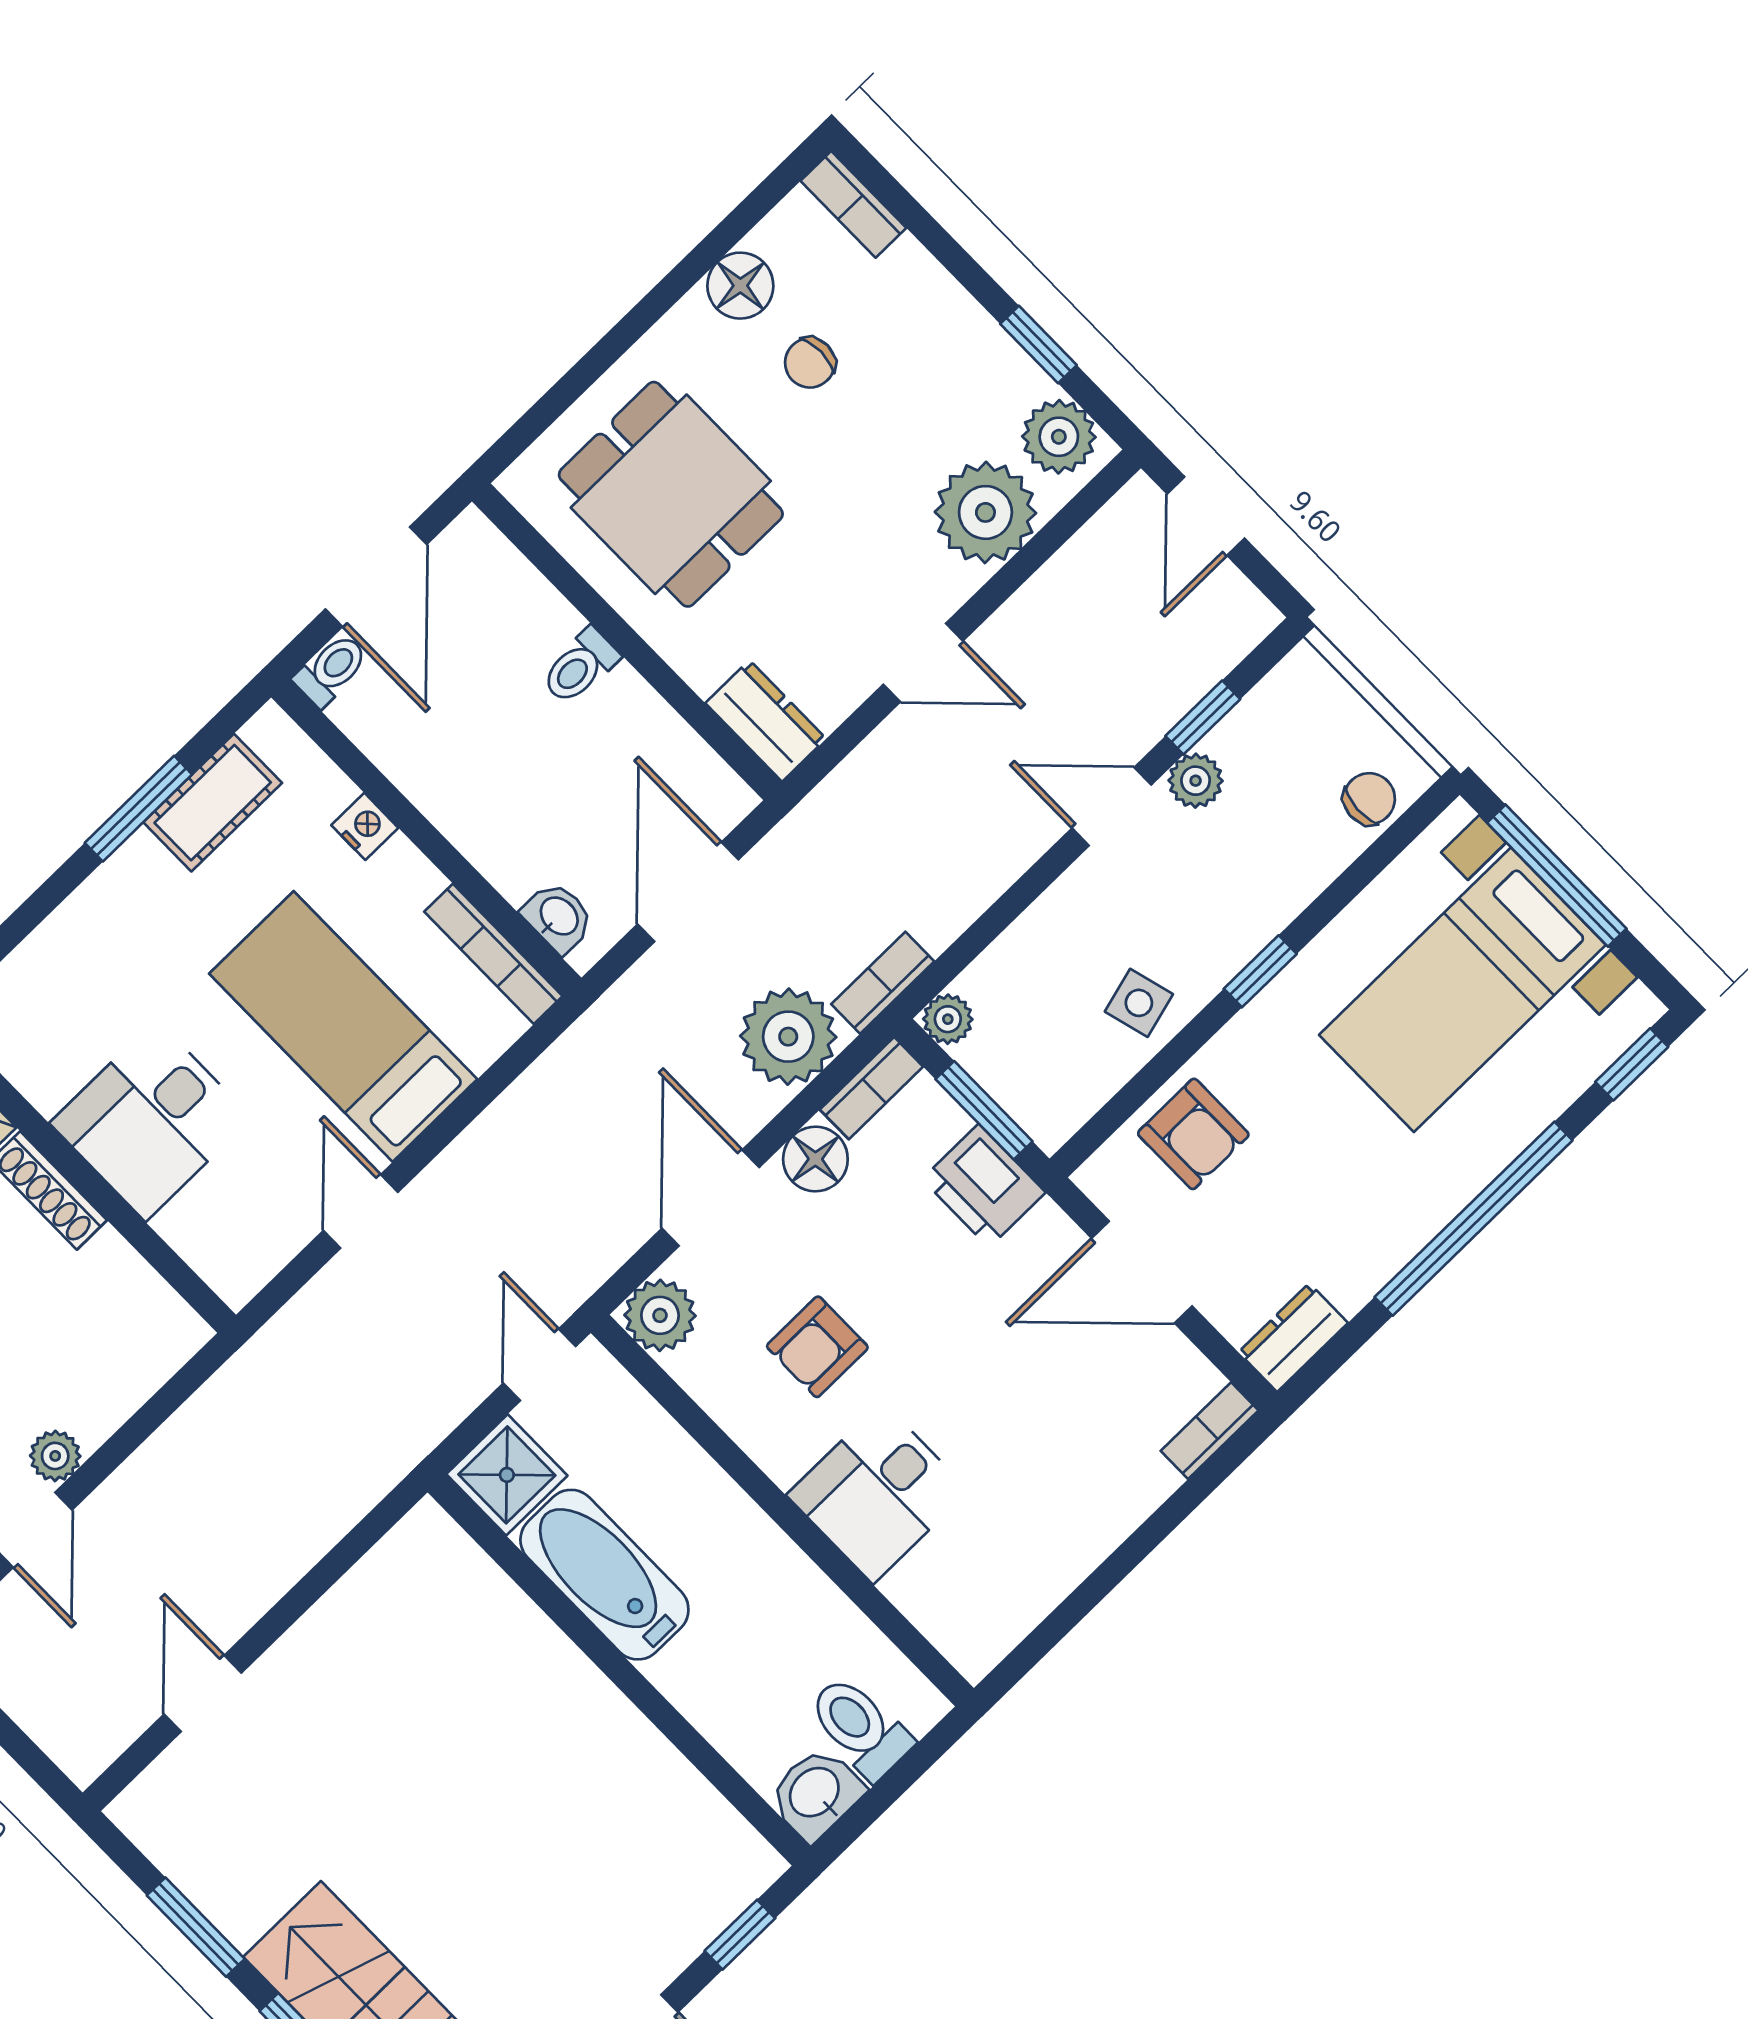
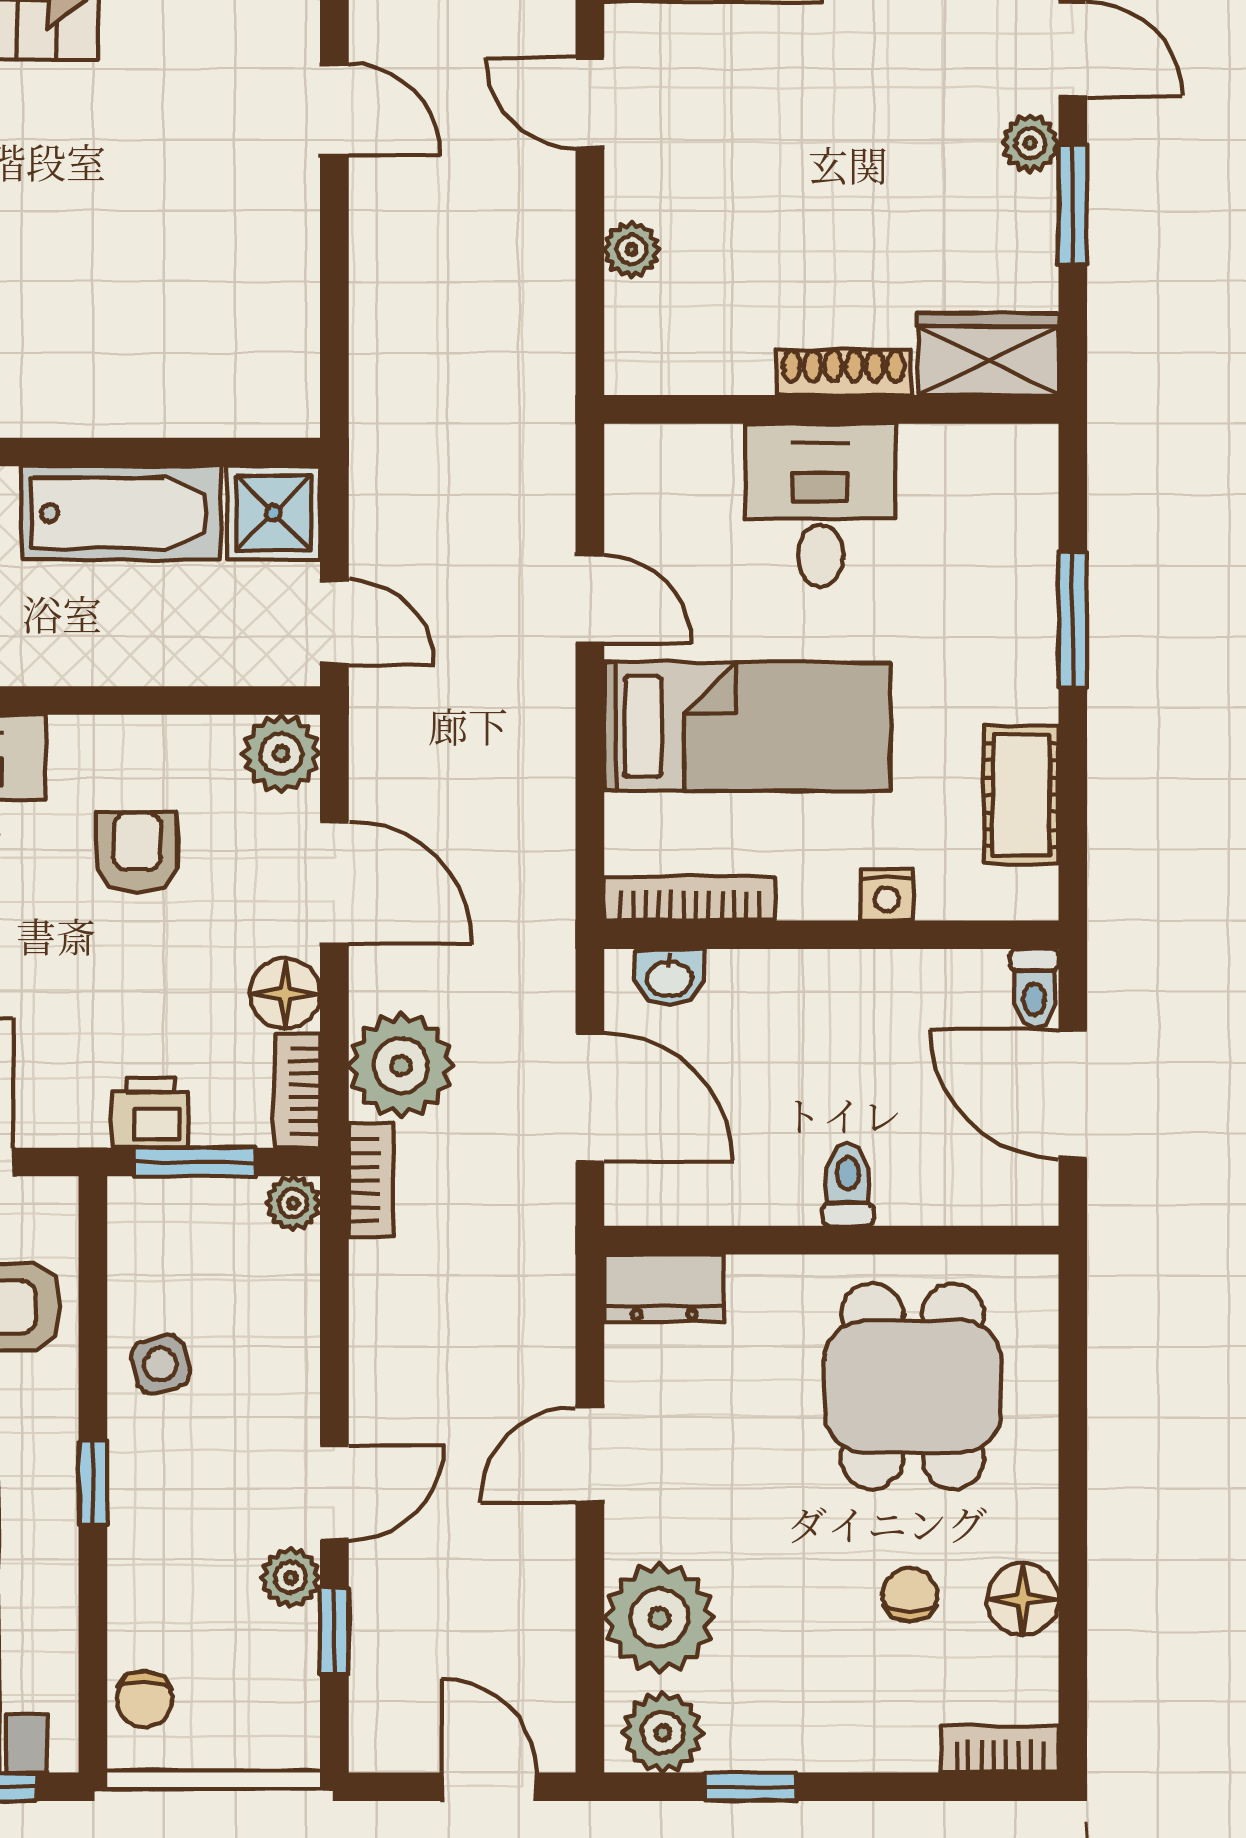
dining table: (671, 494) -> (913, 1386), turned 90
window: (138, 809) -> (1073, 619), moved
printer: (984, 1186) -> (150, 1113), width x0.73, depth x0.81
plant: (55, 1456) -> (632, 250), moved

